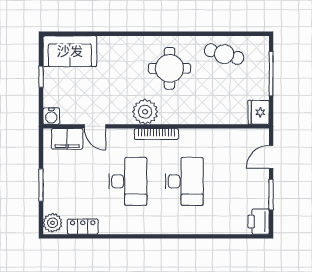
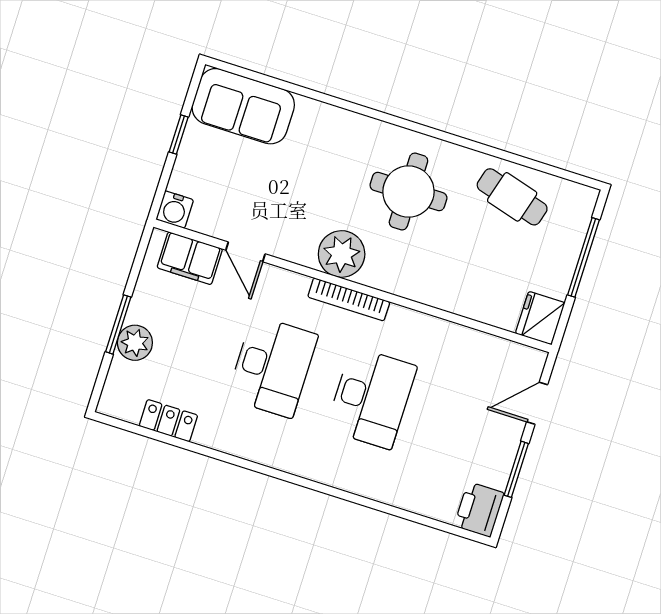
plant: (53, 223) -> (135, 343), moved

